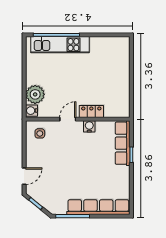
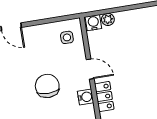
plant: (35, 94) -> (108, 19), width x0.53, depth x0.53
chair: (76, 155) -> (47, 86), added

